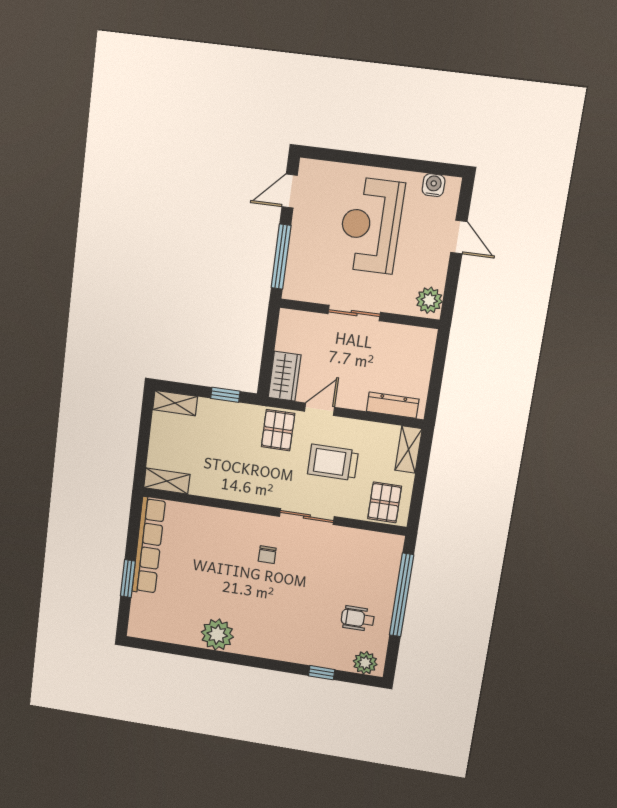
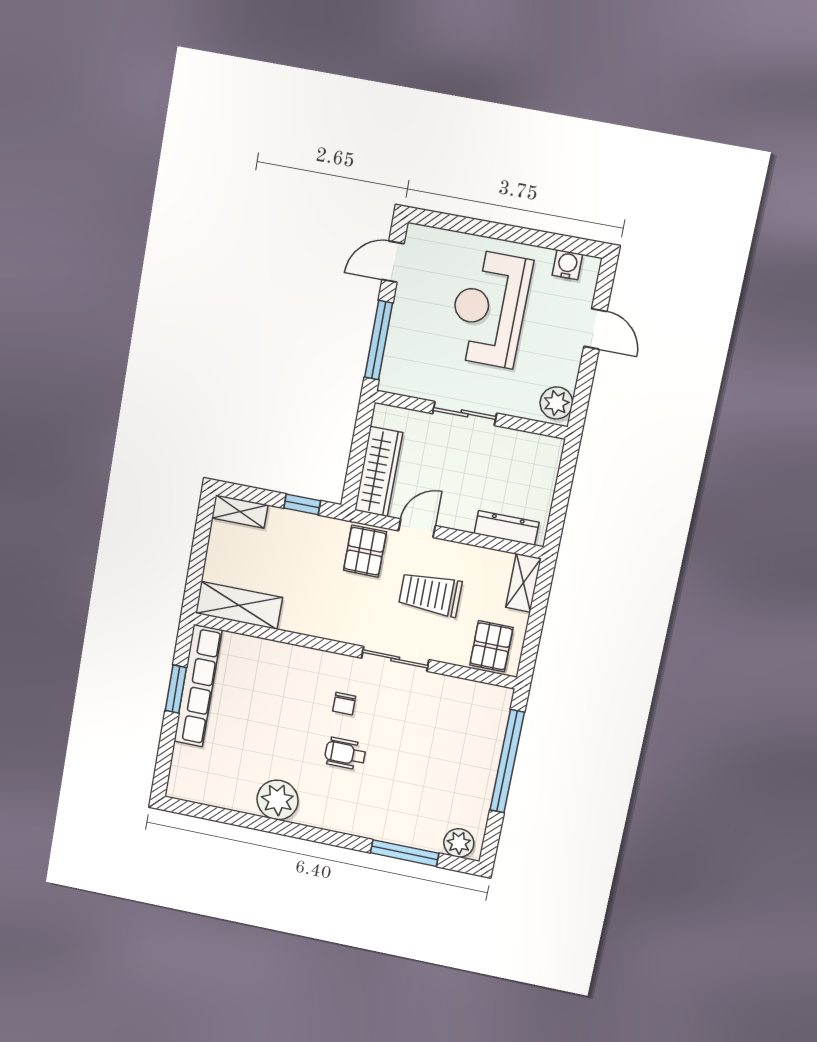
wardrobe: (285, 376) -> (379, 472), width x1.50
shelving: (167, 481) -> (239, 605), width x1.50, depth x1.33
window: (128, 579) -> (176, 689), moved
wheelchair: (358, 619) -> (345, 754), moved
window: (322, 673) -> (405, 853), width x2.17

